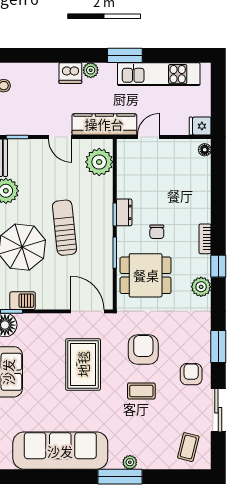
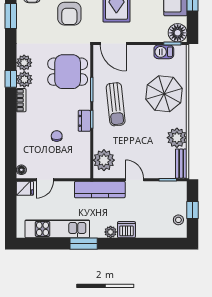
door: (149, 137) -> (45, 180), moved
sun lounger: (65, 228) -> (116, 104), moved
chair: (157, 232) -> (57, 136), moved
plant: (201, 265) -> (24, 79), added

